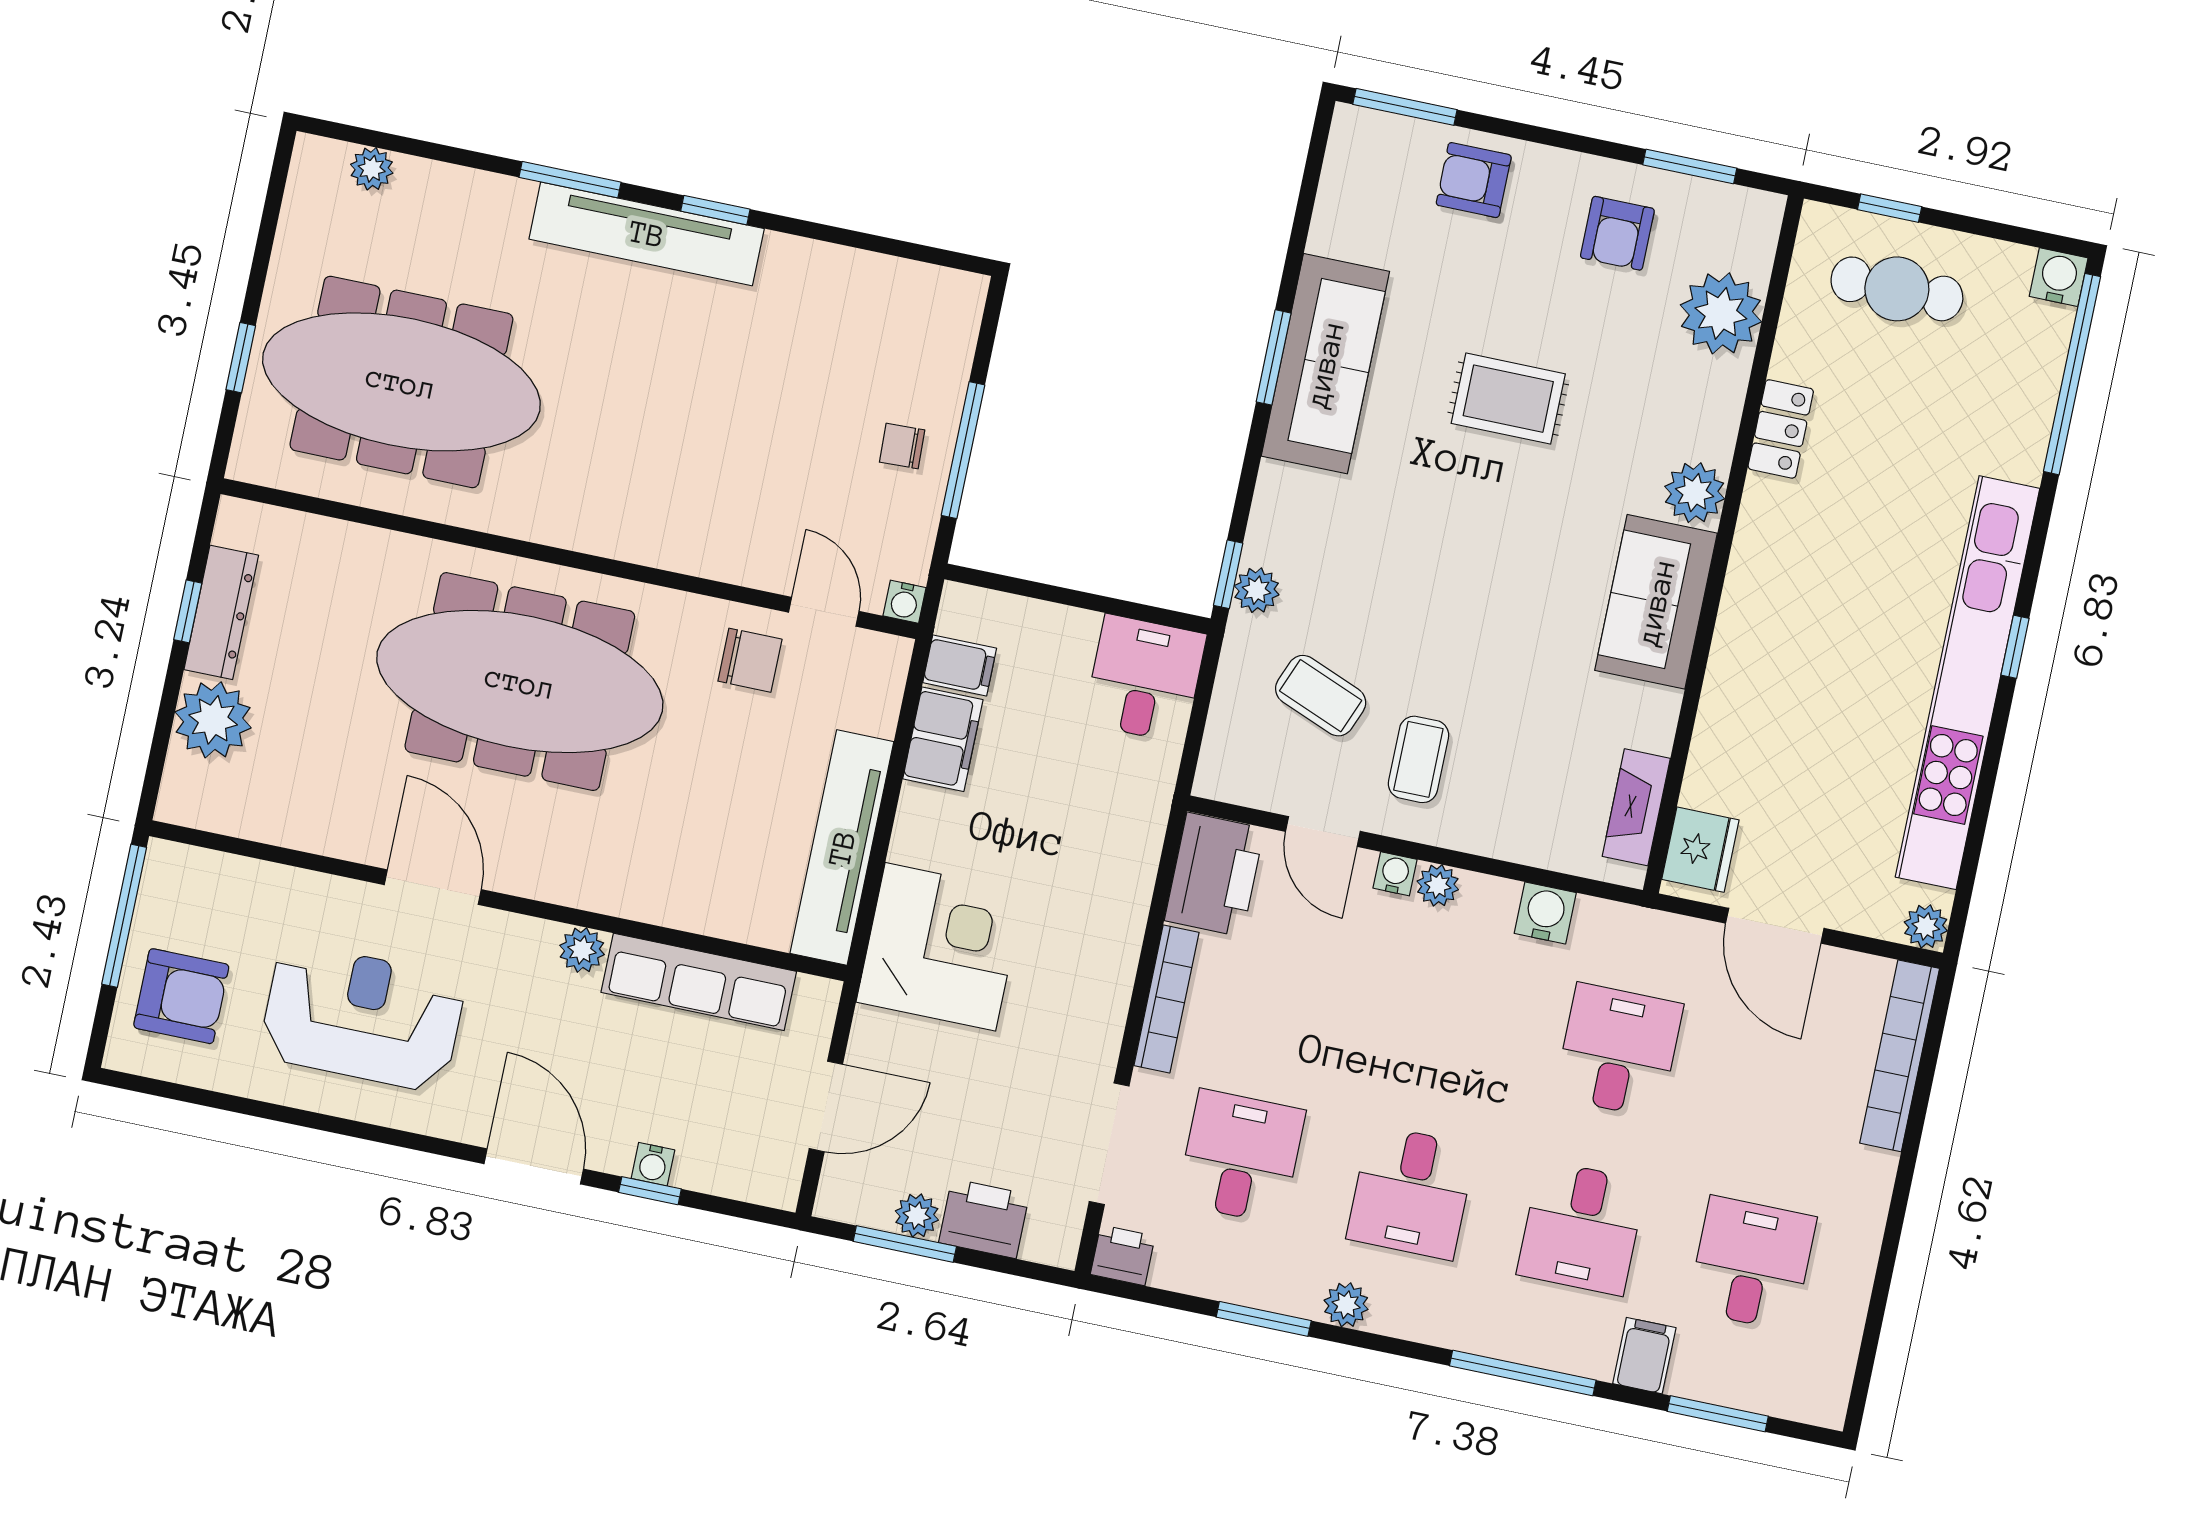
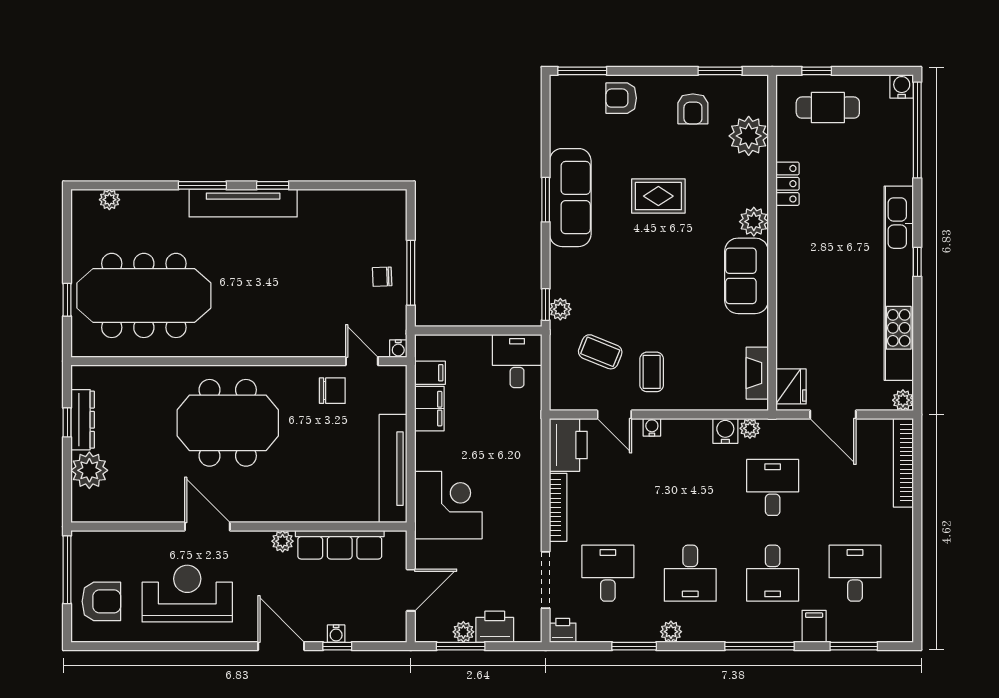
meeting table: (520, 682) -> (228, 423), width x0.73
plant: (1438, 885) -> (750, 428), moved

